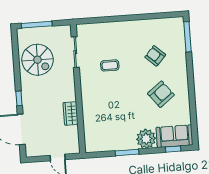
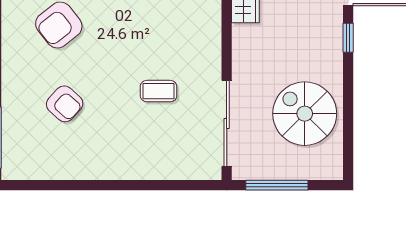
window: (37, 25) -> (277, 185), moved
sliding door: (75, 52) -> (227, 123), width x1.37

